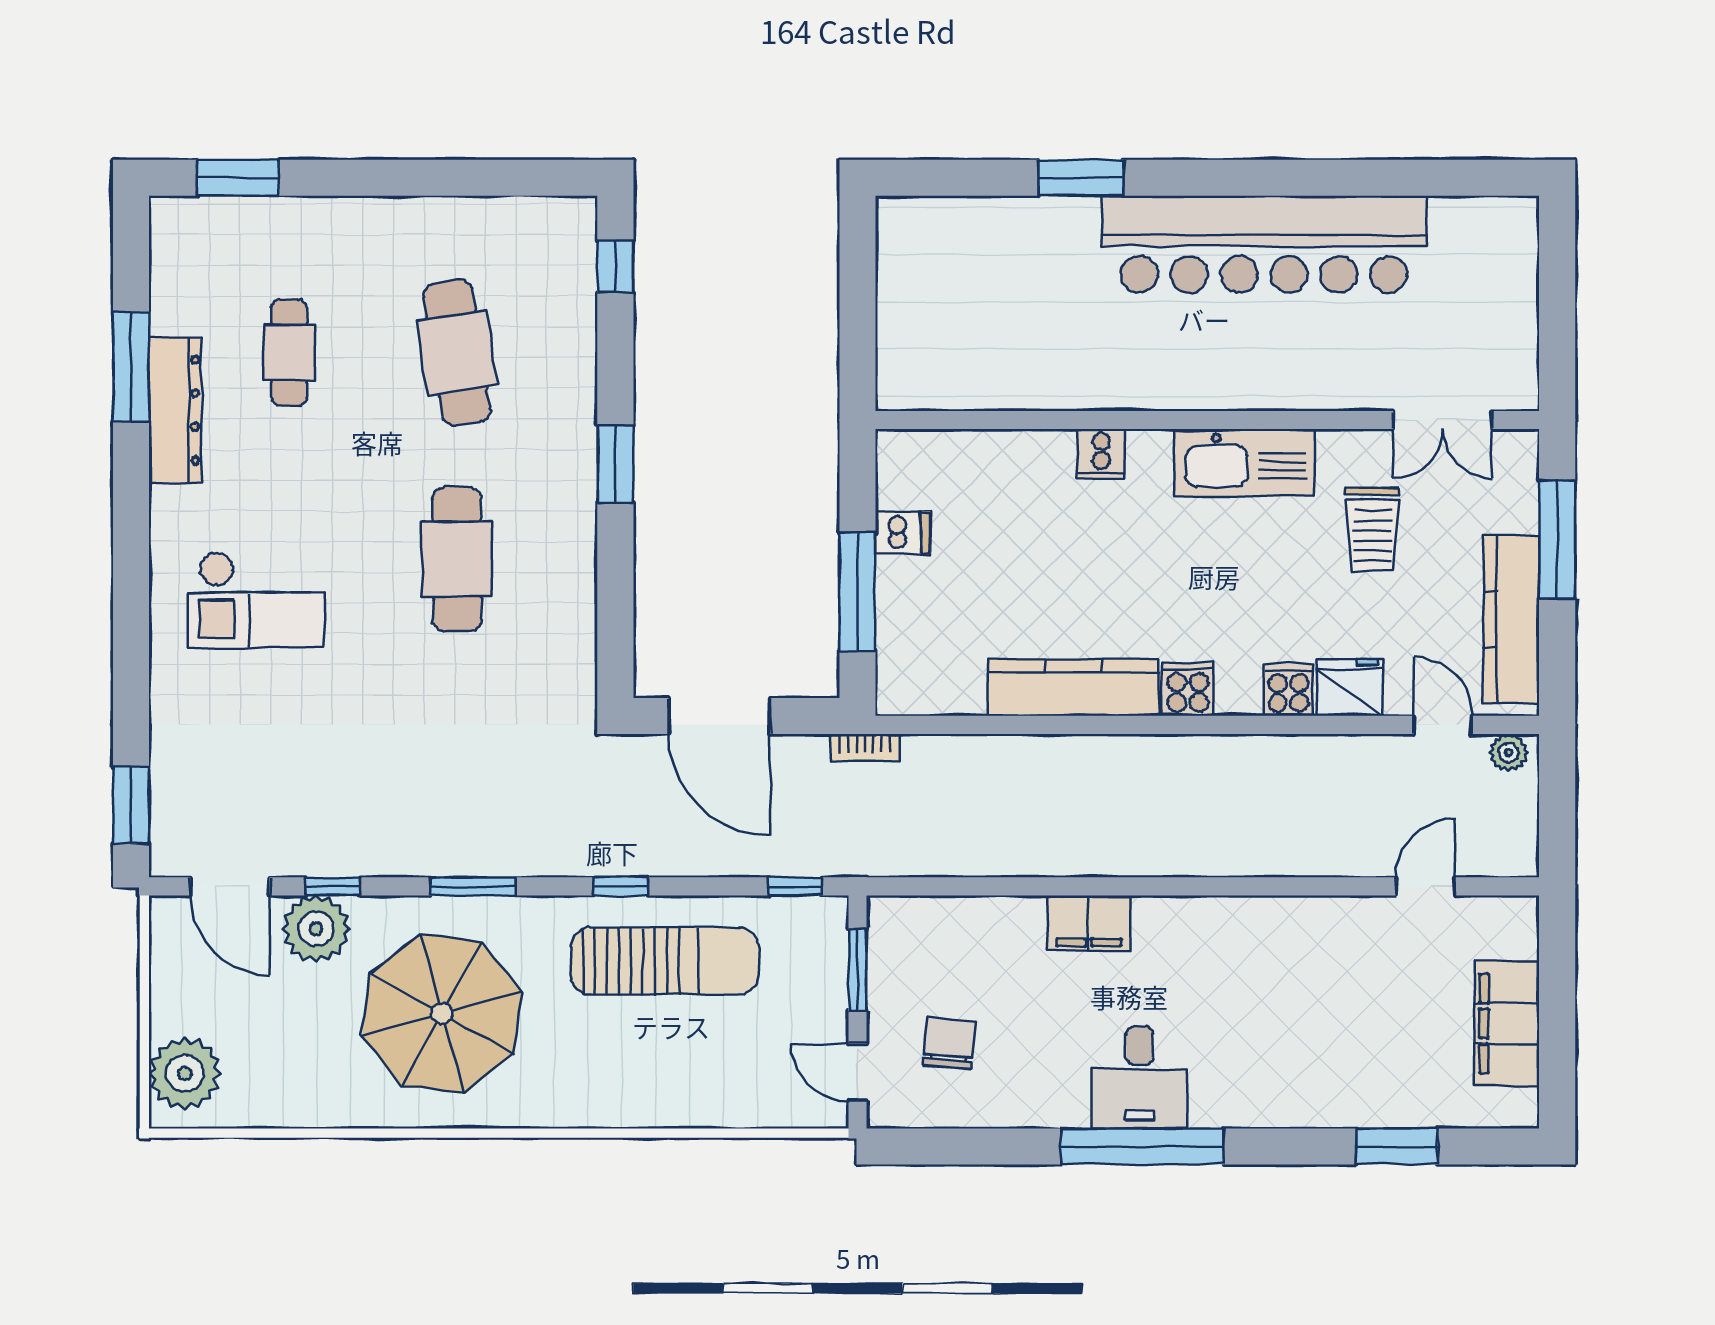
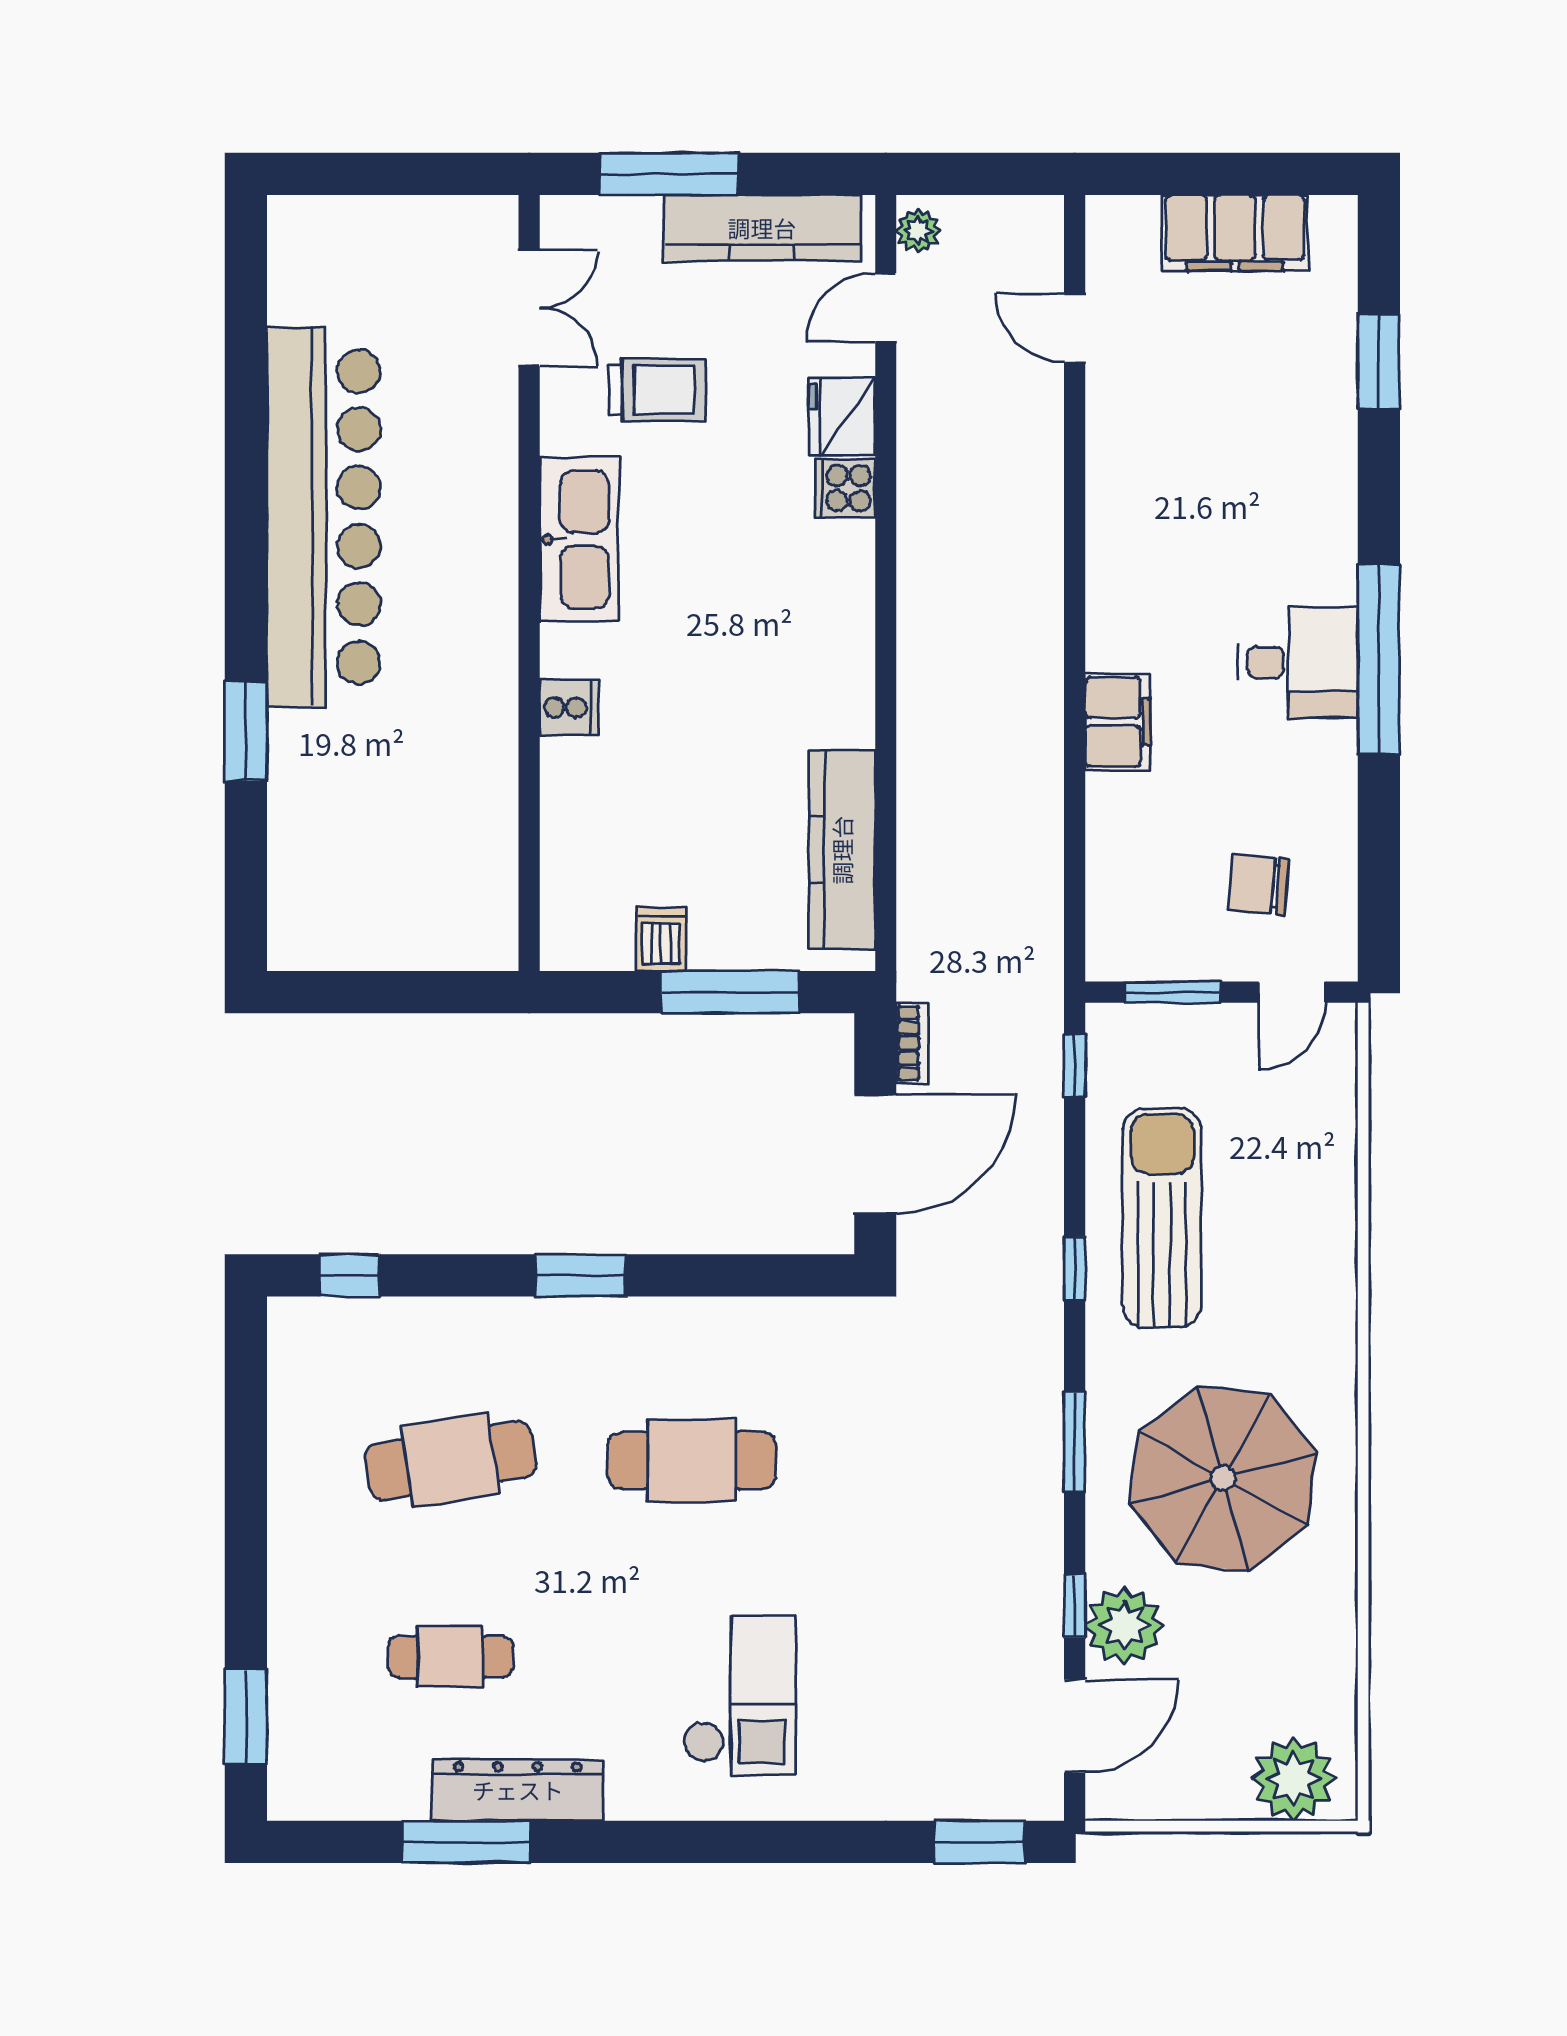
kitchen counter: (1073, 687) -> (842, 850), moved
cooker: (1188, 689) -> (844, 606), removed
bookcase: (865, 748) -> (912, 1043), moved

